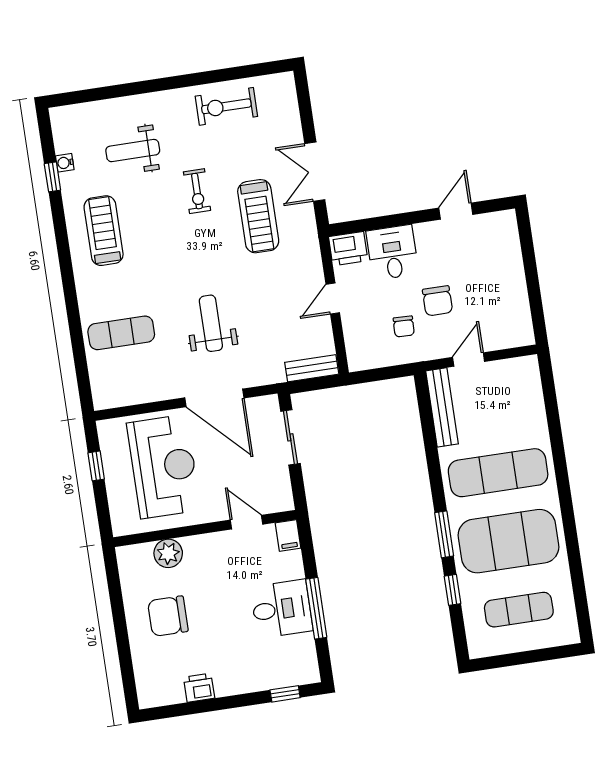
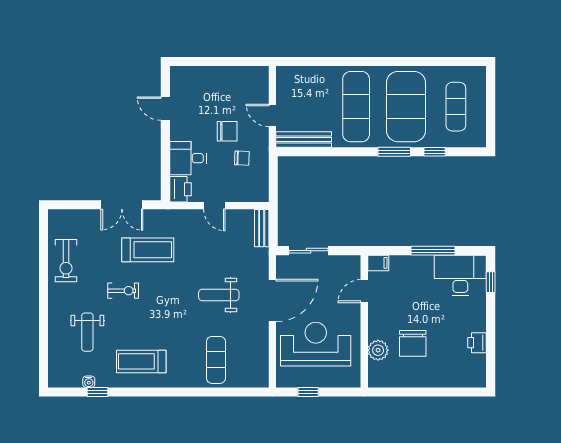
desk: (282, 609) -> (460, 275), moved, width x1.37
chair: (168, 616) -> (413, 343), moved

